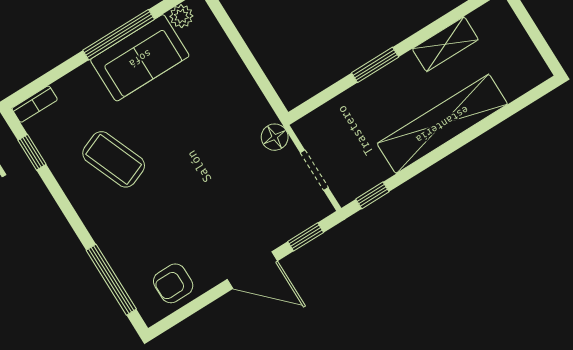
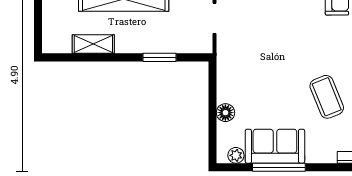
window: (375, 65) -> (160, 57), moved
floor lamp: (275, 137) -> (225, 113), moved

